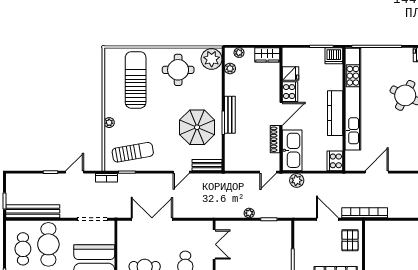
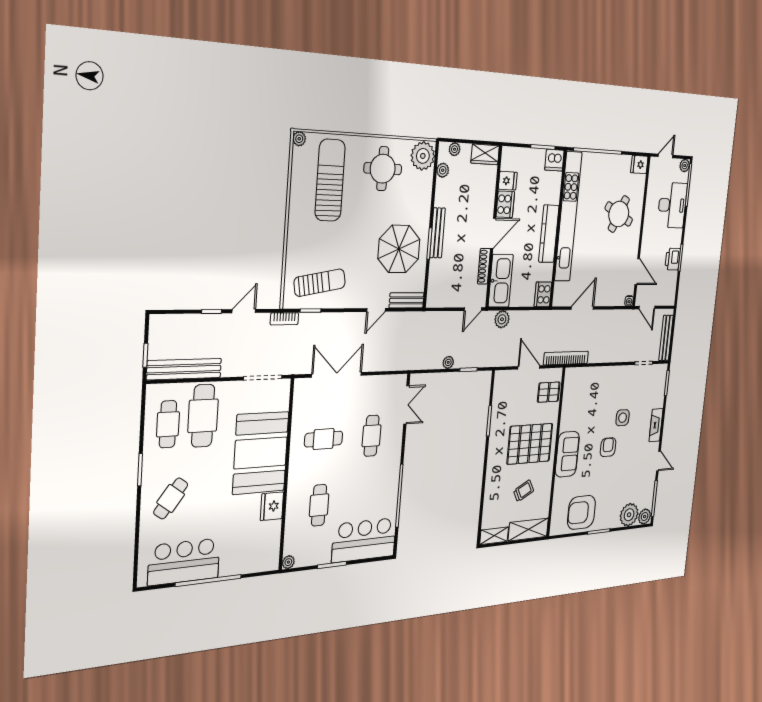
plant: (109, 123) -> (299, 139), moved
pallet: (350, 240) -> (549, 392), turned 90

